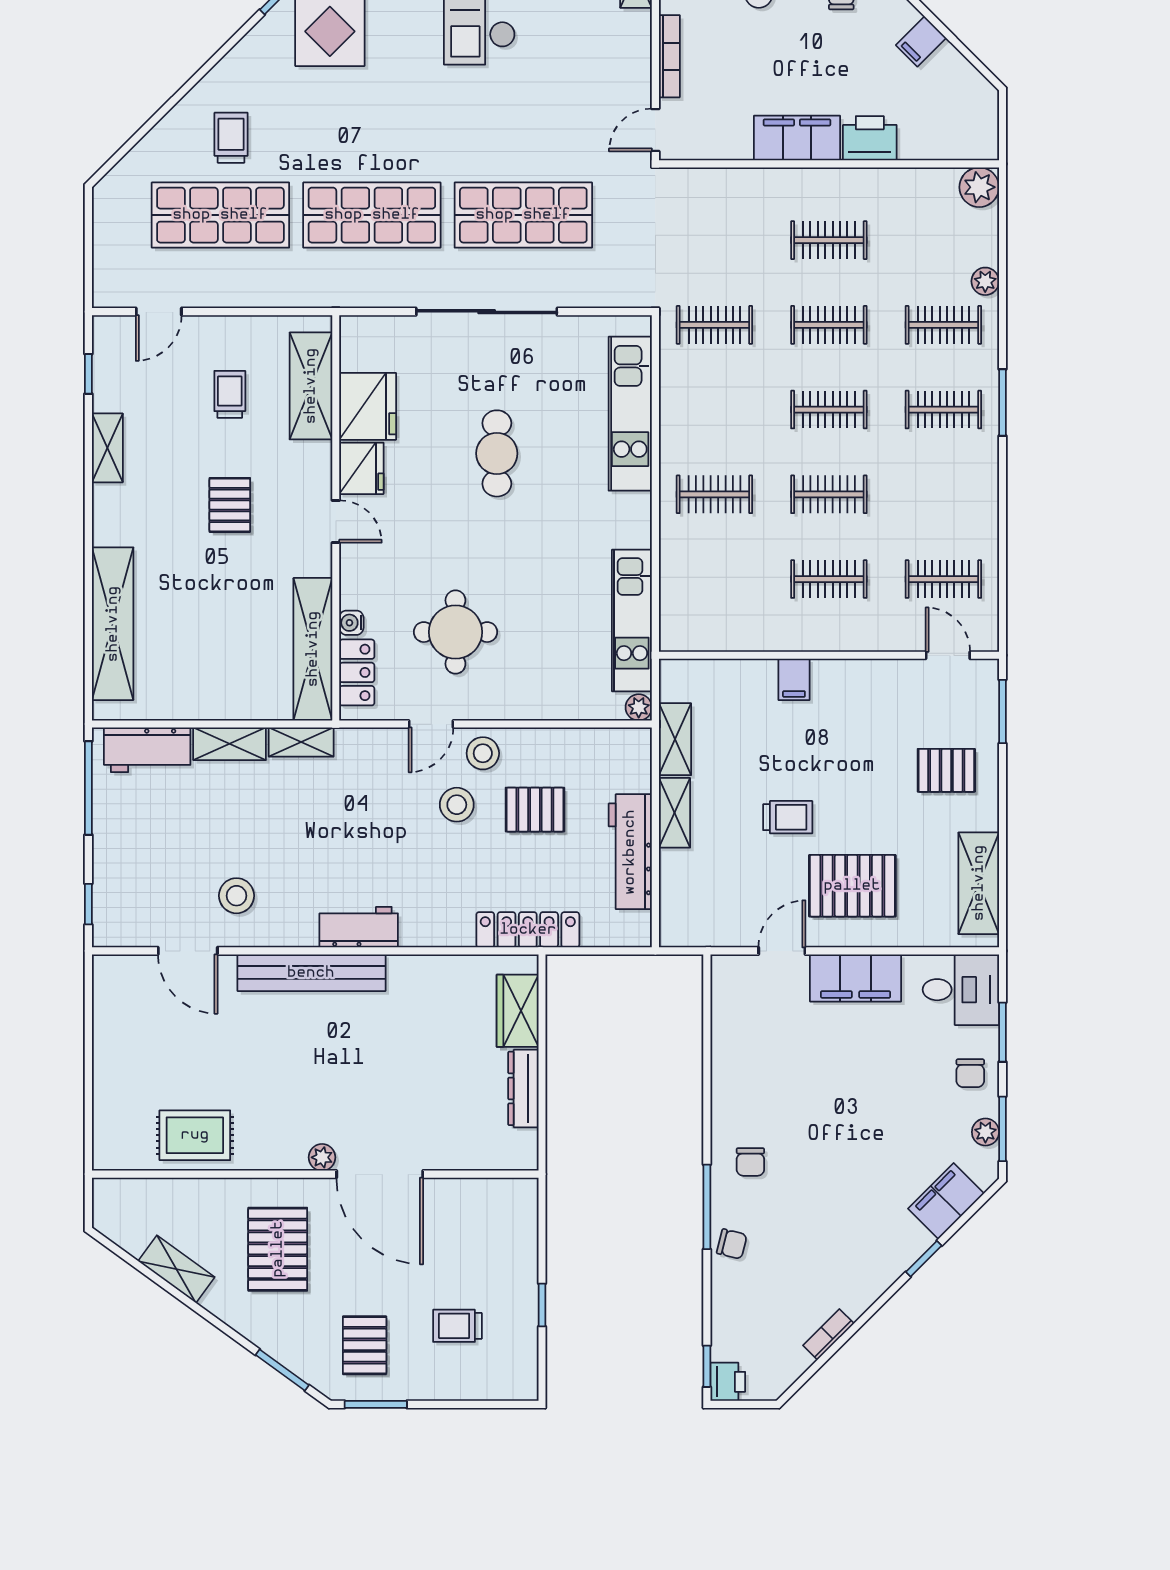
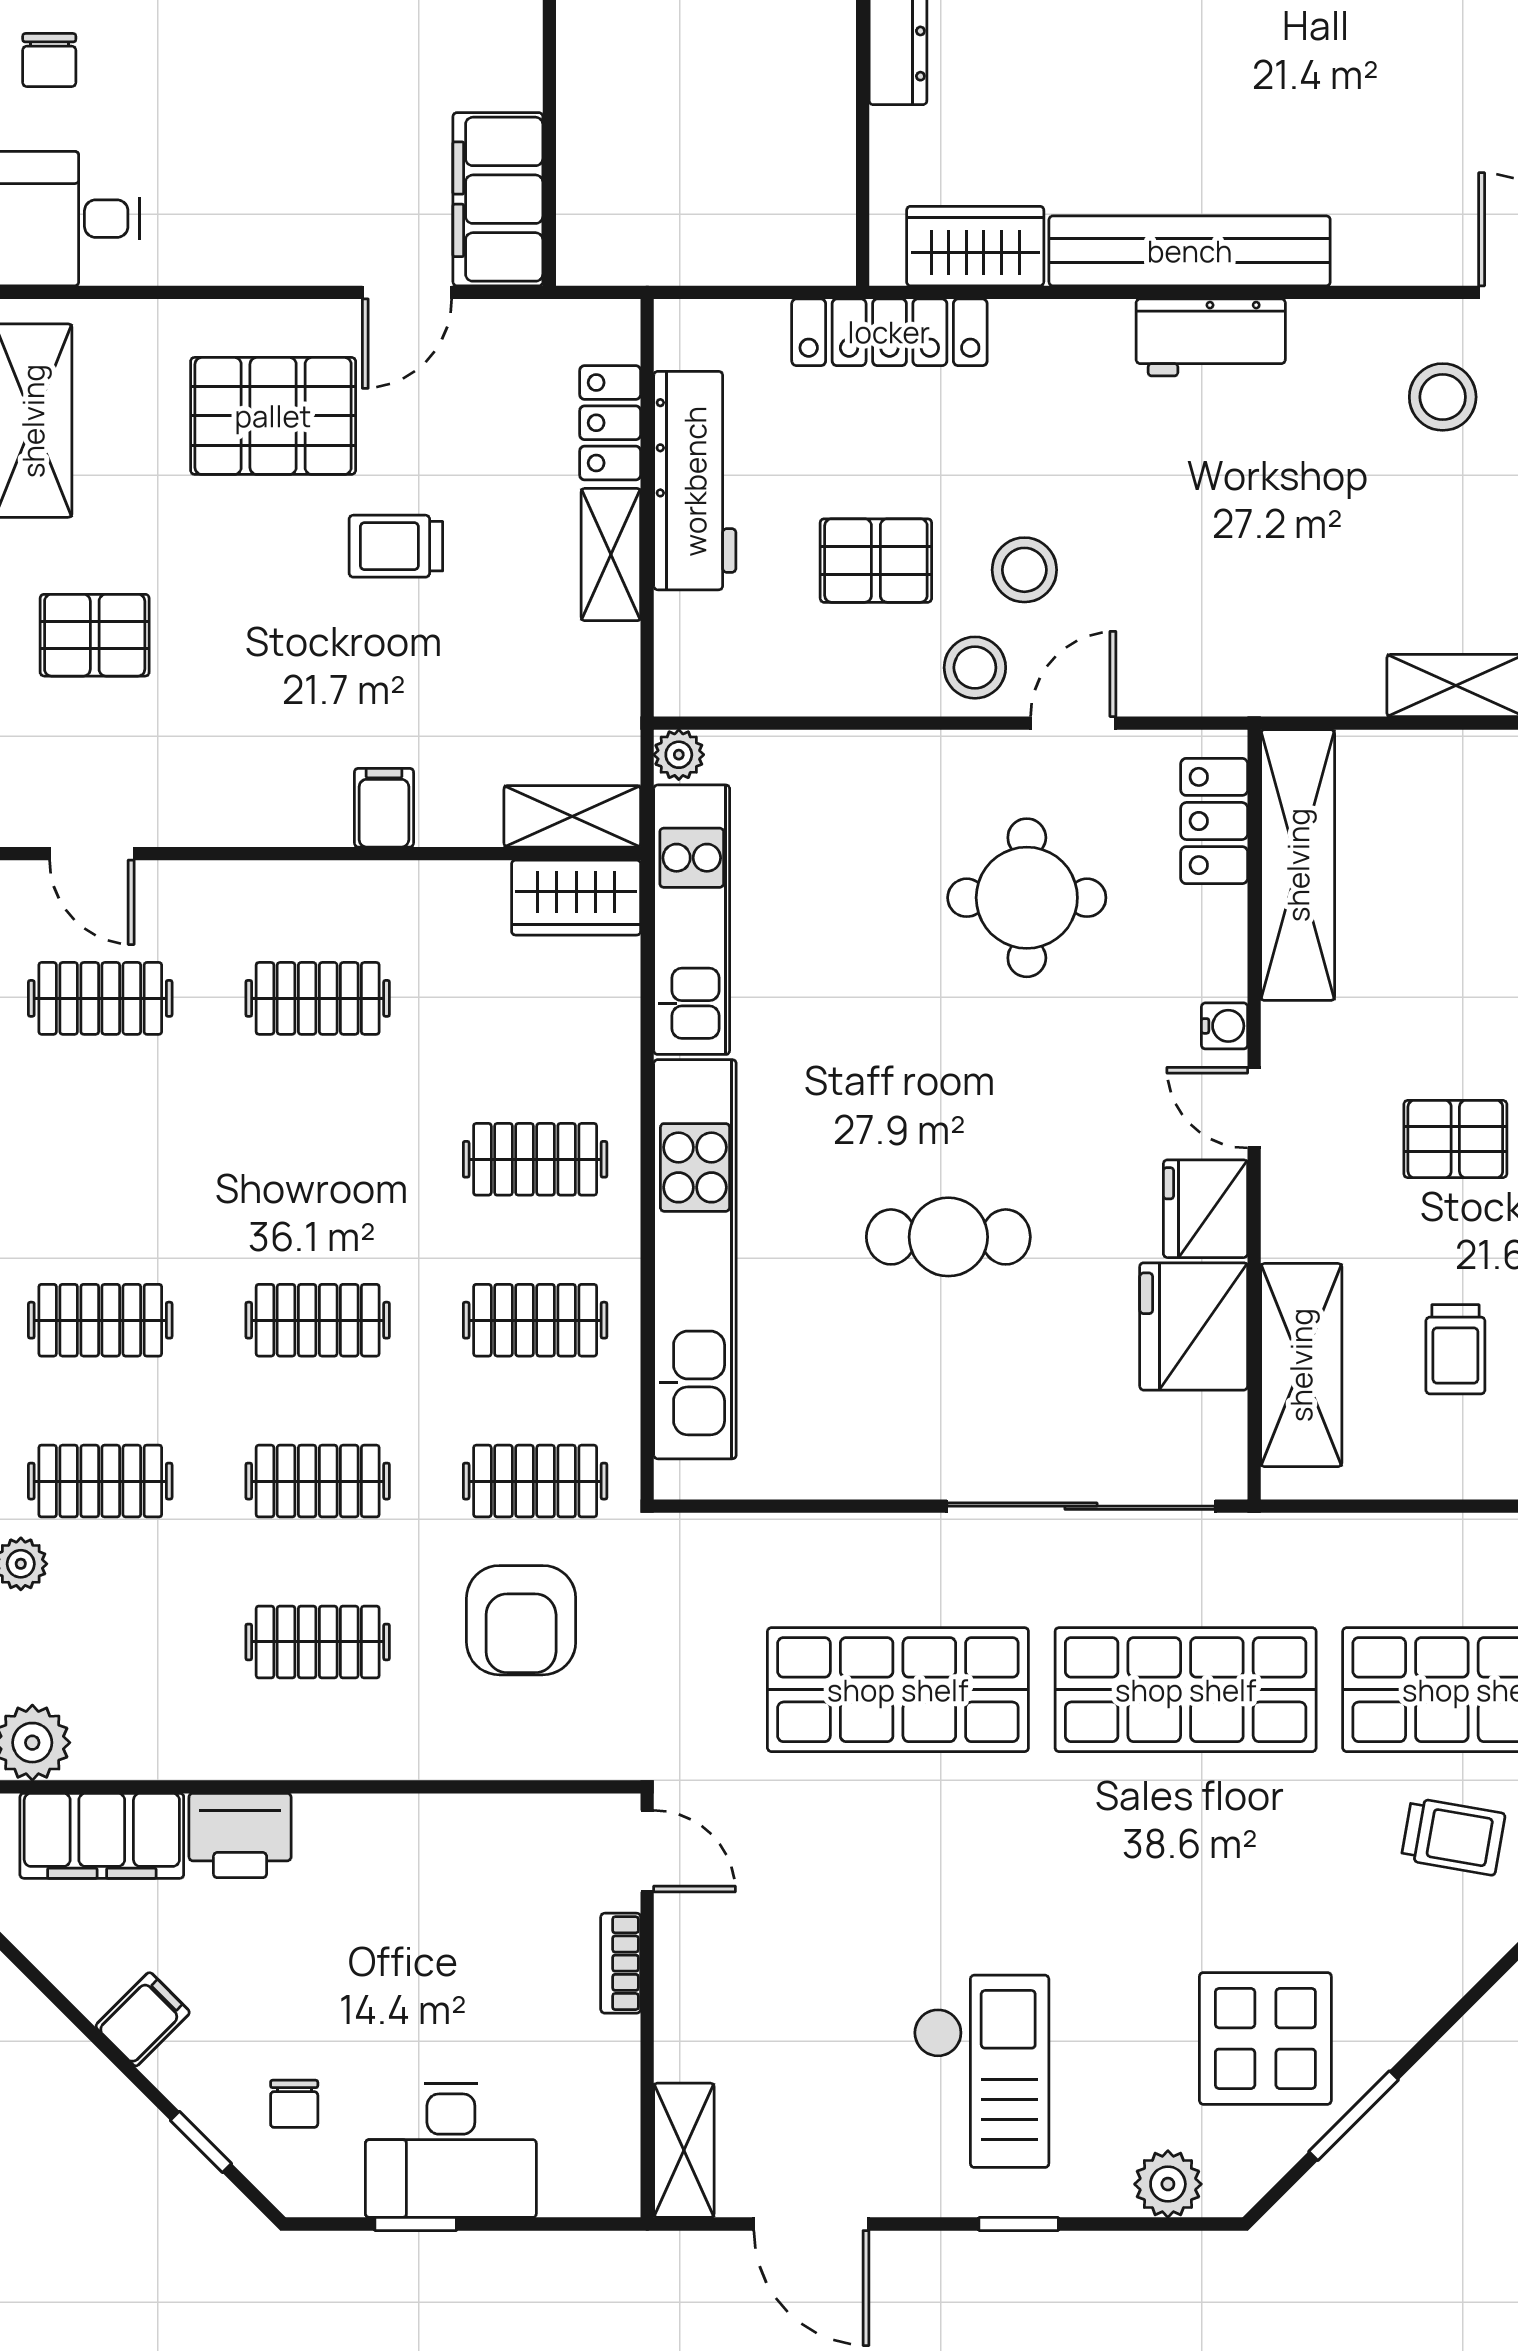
bookcase: (669, 56) -> (621, 1963), width x0.64
door: (655, 130) -> (647, 1851), hinge flipped
trolley: (231, 138) -> (1453, 1836), turned -80
filing cabinet: (797, 138) -> (102, 1836), moved
armchair: (722, 252) -> (521, 1620), added
sliding door: (487, 312) -> (1081, 1506), moved
kitchen unit: (630, 414) -> (695, 1259), width x1.36
cafe table: (497, 453) -> (948, 1237), turned 90
clothes rail: (829, 494) -> (535, 1320), moved
pallet: (230, 505) -> (1455, 1139), turned 90
water cooler: (351, 623) -> (1225, 1026), moved
wardrobe: (693, 632) -> (576, 898), added
shelving: (675, 739) -> (572, 816), moved, turned 90
shelving: (301, 742) -> (1320, 689), removed
locker: (675, 882) -> (610, 423), added
bench: (311, 973) -> (1190, 251), moved
filing cabinet: (856, 978) -> (498, 199), moved, turned -90
wardrobe: (518, 1011) -> (975, 246), moved, turned -90
chair: (970, 1073) -> (49, 60), turned 180

